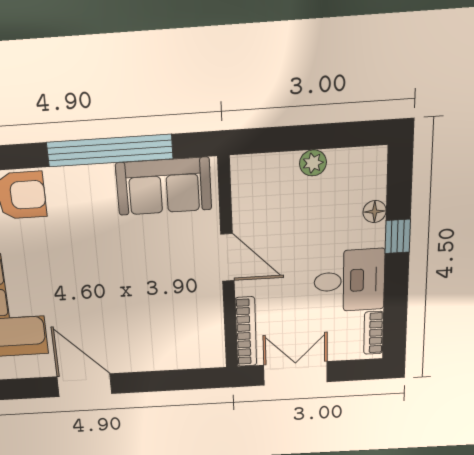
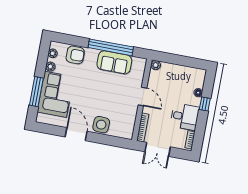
plant: (313, 163) -> (156, 65), moved
sofa: (164, 186) -> (114, 62), moved
side table: (140, 350) -> (101, 125), added
double door: (295, 373) -> (158, 149), swing flipped

